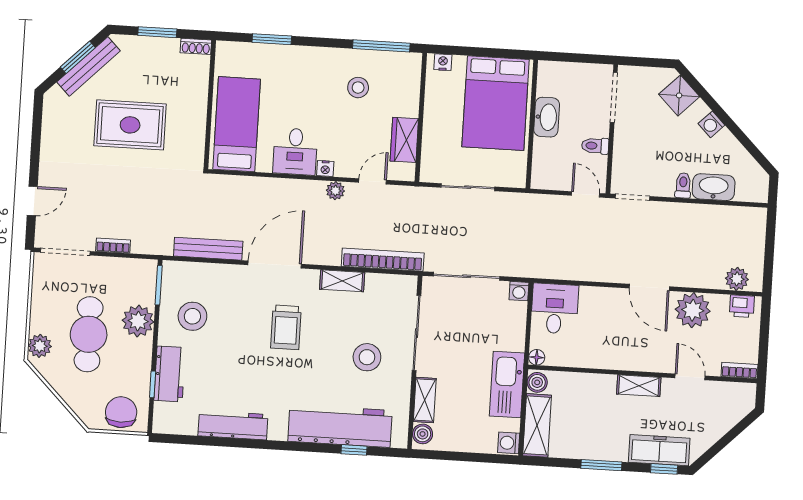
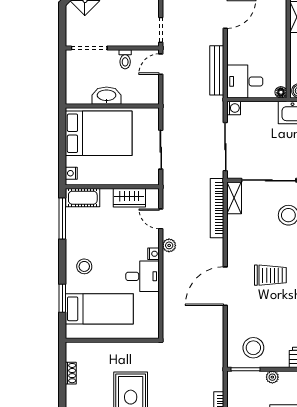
window: (157, 32) -> (62, 381), removed
shoe rack: (196, 46) -> (71, 373), moved
cot: (408, 76) -> (83, 198), added
stool: (358, 88) -> (84, 266), moved
bed: (237, 124) -> (99, 309), moved, turned 180
bench: (208, 249) -> (217, 70), moved
door: (275, 265) -> (225, 286), hinge flipped
shelving: (342, 281) -> (234, 198), moved
stool: (192, 316) -> (253, 348), moved
plant: (138, 321) -> (272, 377), width x0.53, depth x0.53

